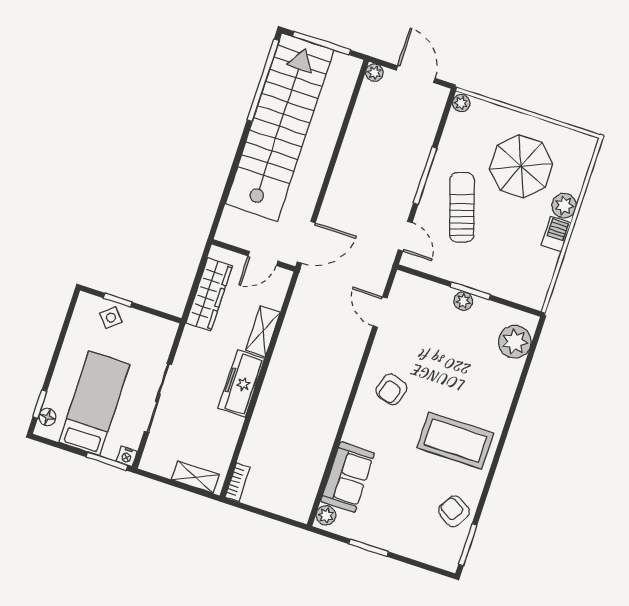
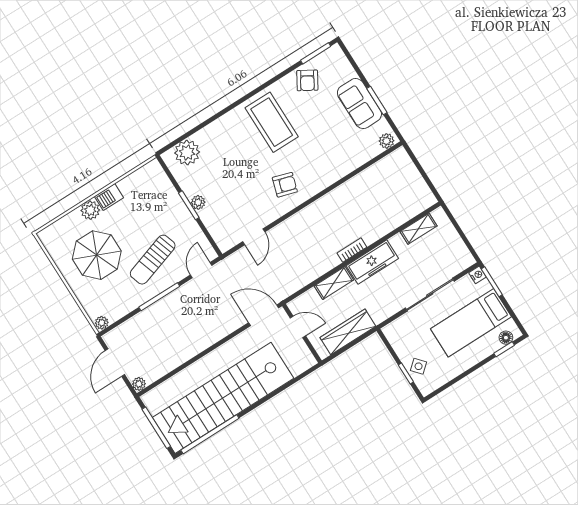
shelving: (195, 477) -> (418, 229), moved, turned 90
sofa: (348, 477) -> (359, 104), moved, turned -90
bookcase: (237, 482) -> (352, 250), moved

